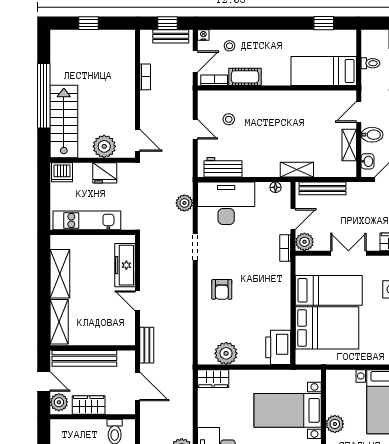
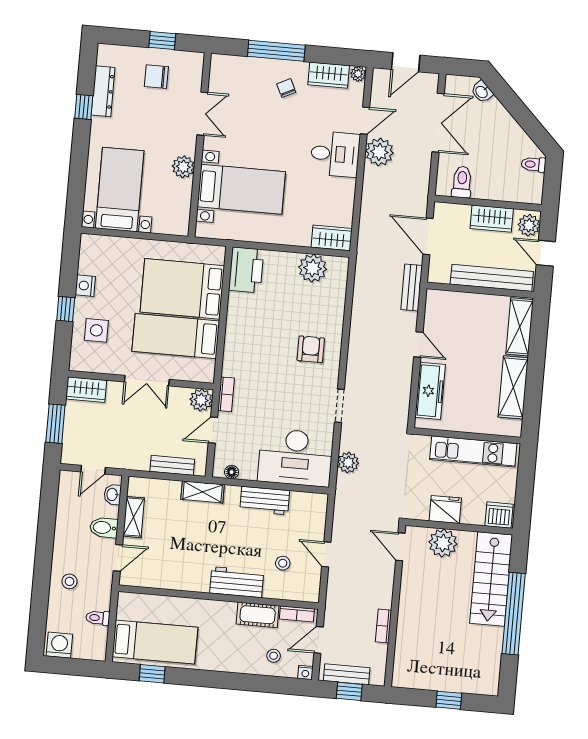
bed: (324, 71) -> (155, 642), moved
workbench: (264, 101) -> (237, 582), added
workbench: (223, 167) -> (265, 500), moved
bench: (323, 188) -> (172, 465), width x0.73

